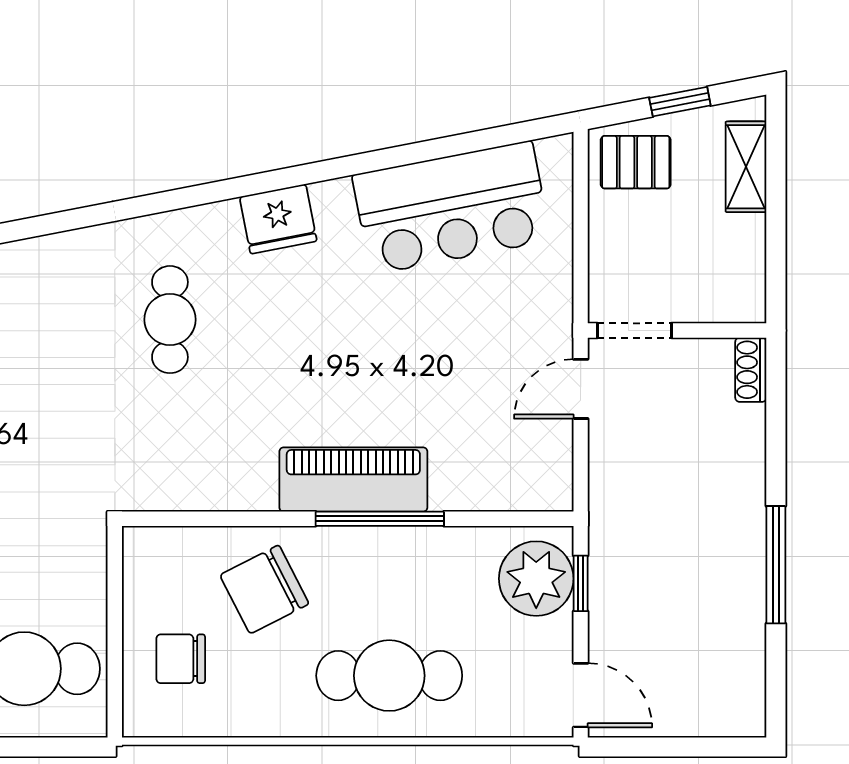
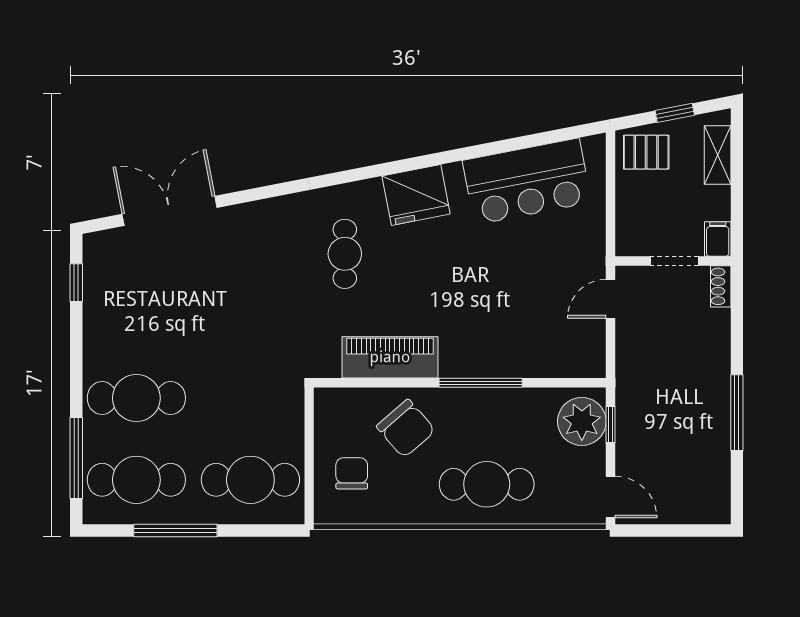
fridge: (278, 219) -> (416, 195), width x1.36, depth x1.34
filing cabinet: (746, 297) -> (718, 239), added
doorway: (635, 331) -> (674, 261), moved
piano: (353, 480) -> (390, 357), moved
chair: (264, 589) -> (406, 428), turned -104
chair: (181, 659) -> (352, 473), turned 90

